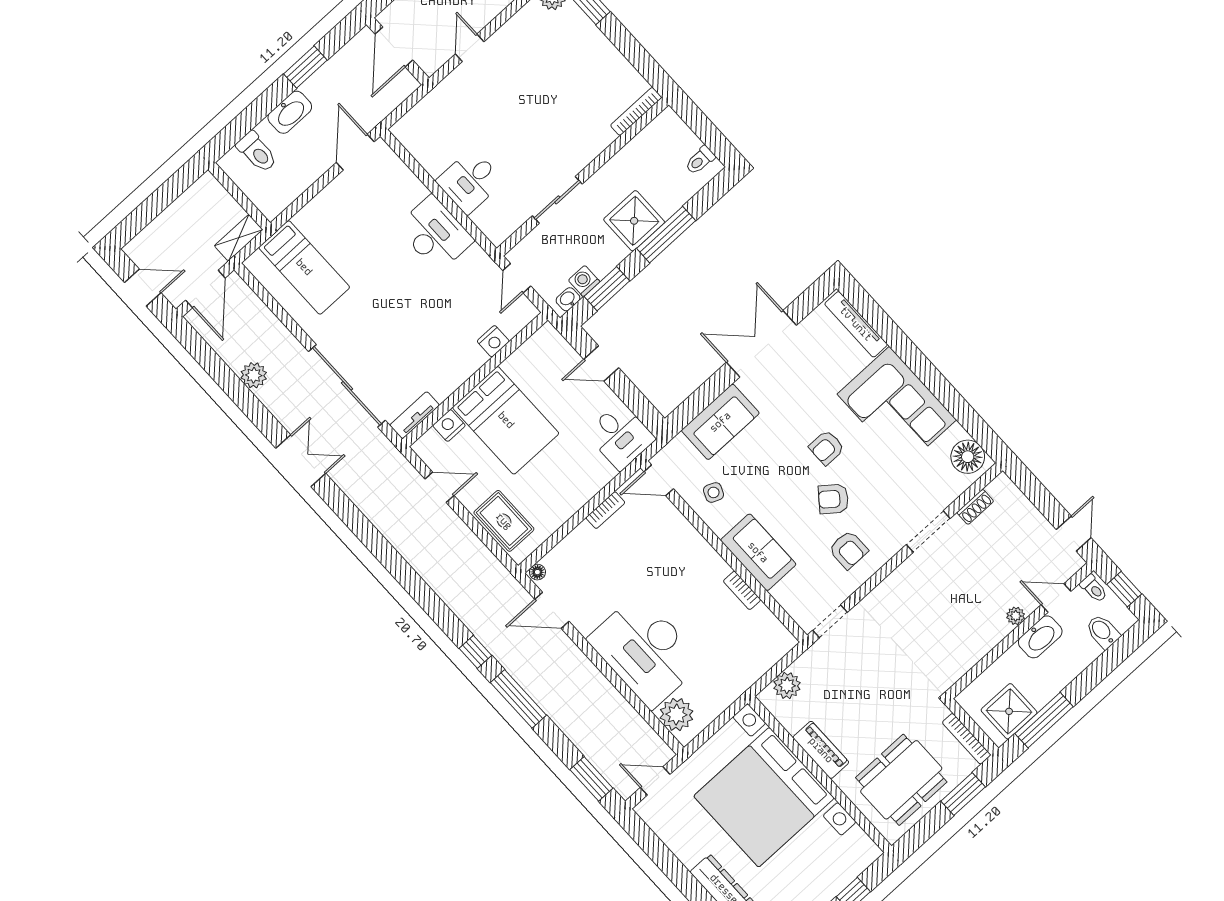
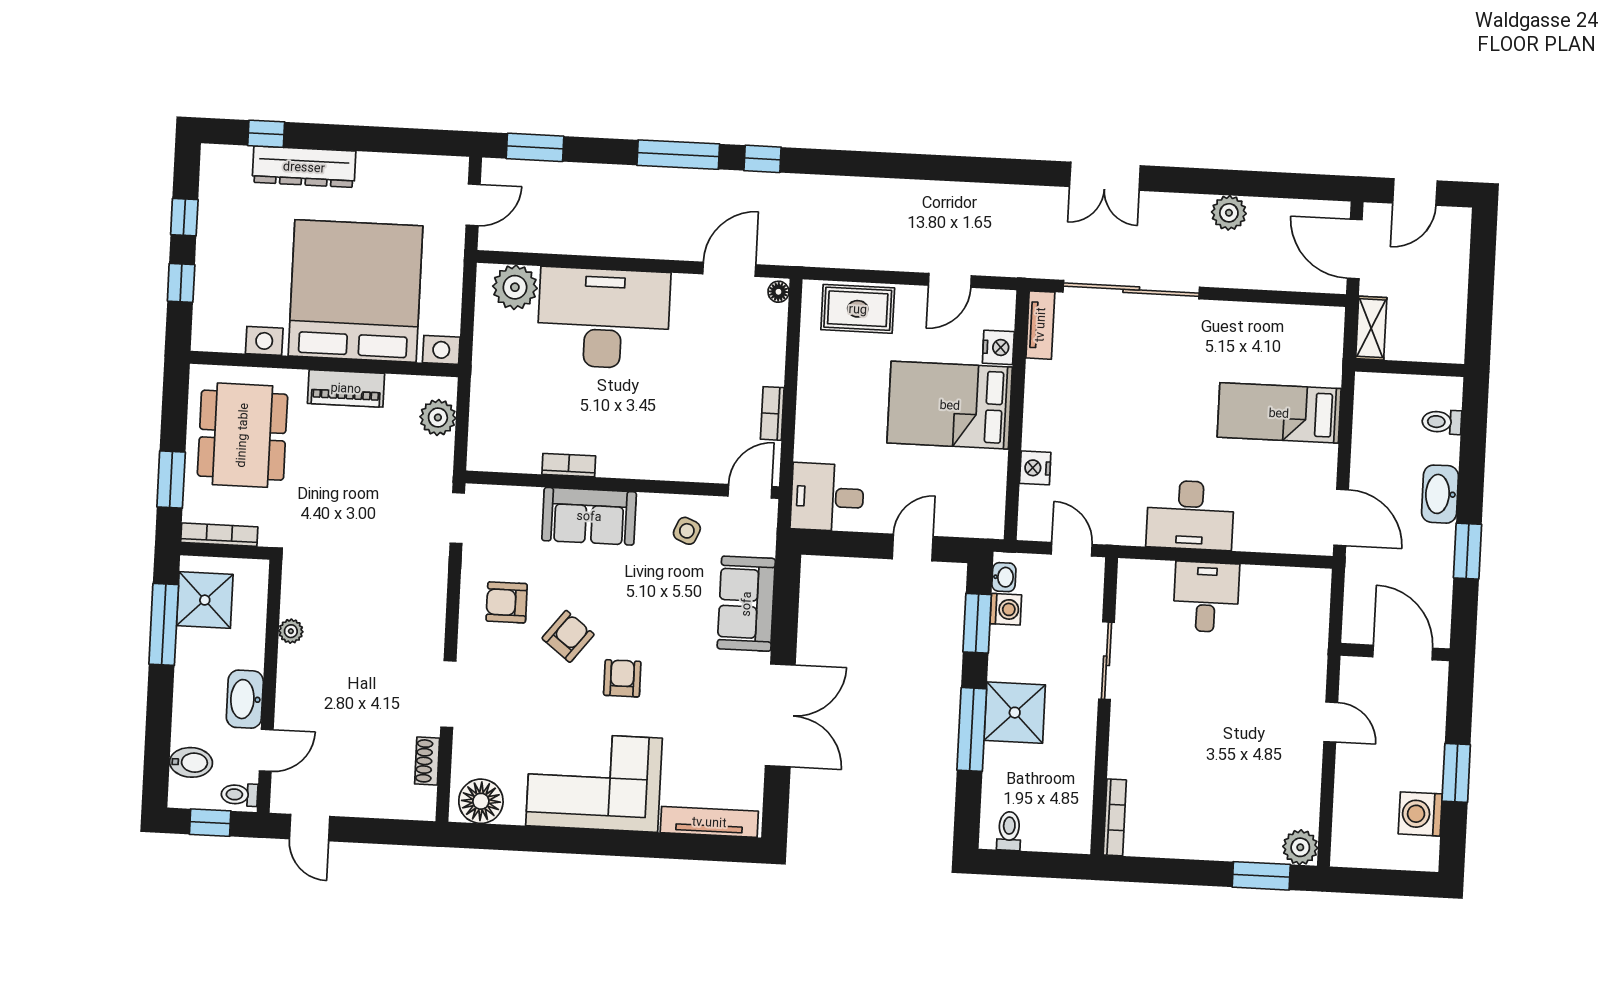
toilet: (257, 152) -> (1442, 422), width x0.73, depth x0.72
bed: (304, 267) -> (1279, 413), moved
plant: (1016, 616) -> (291, 631), moved

